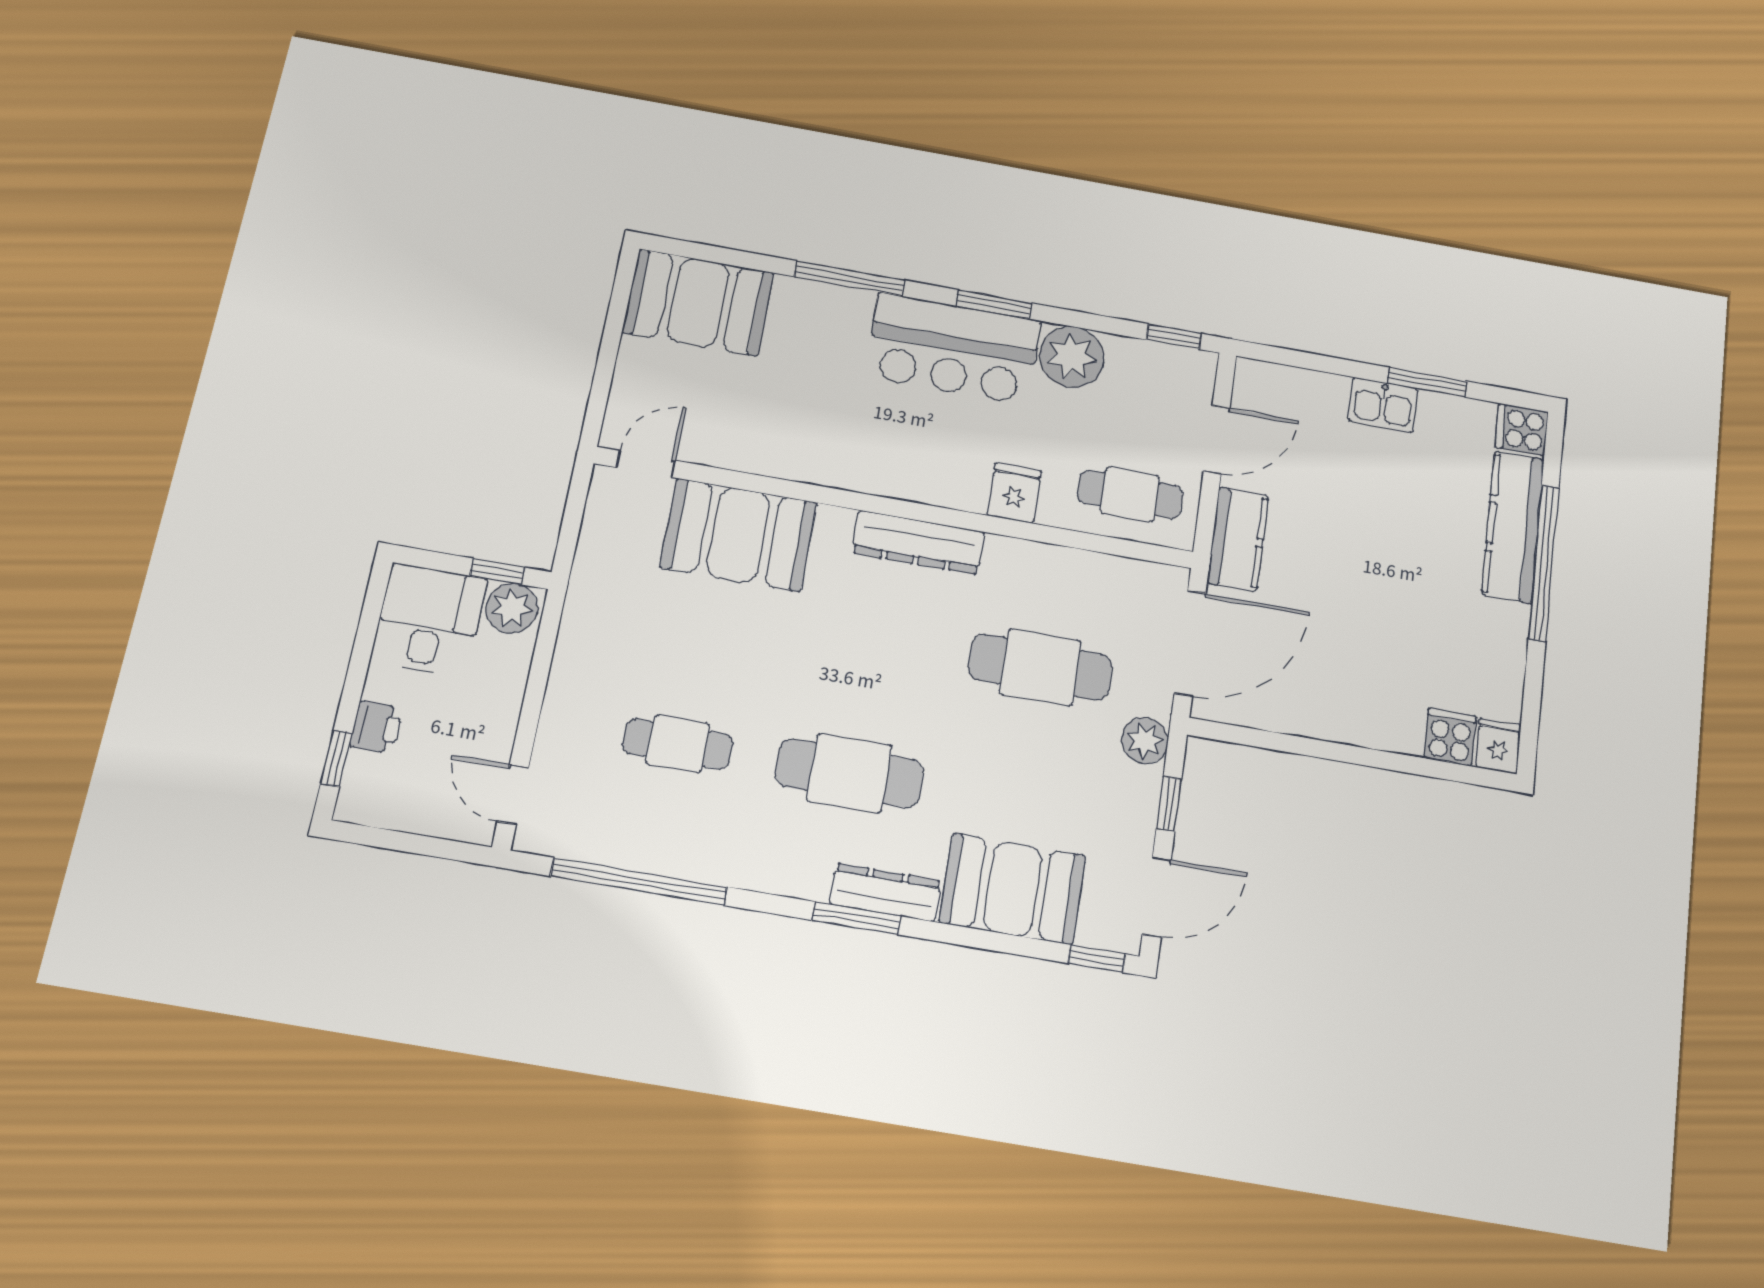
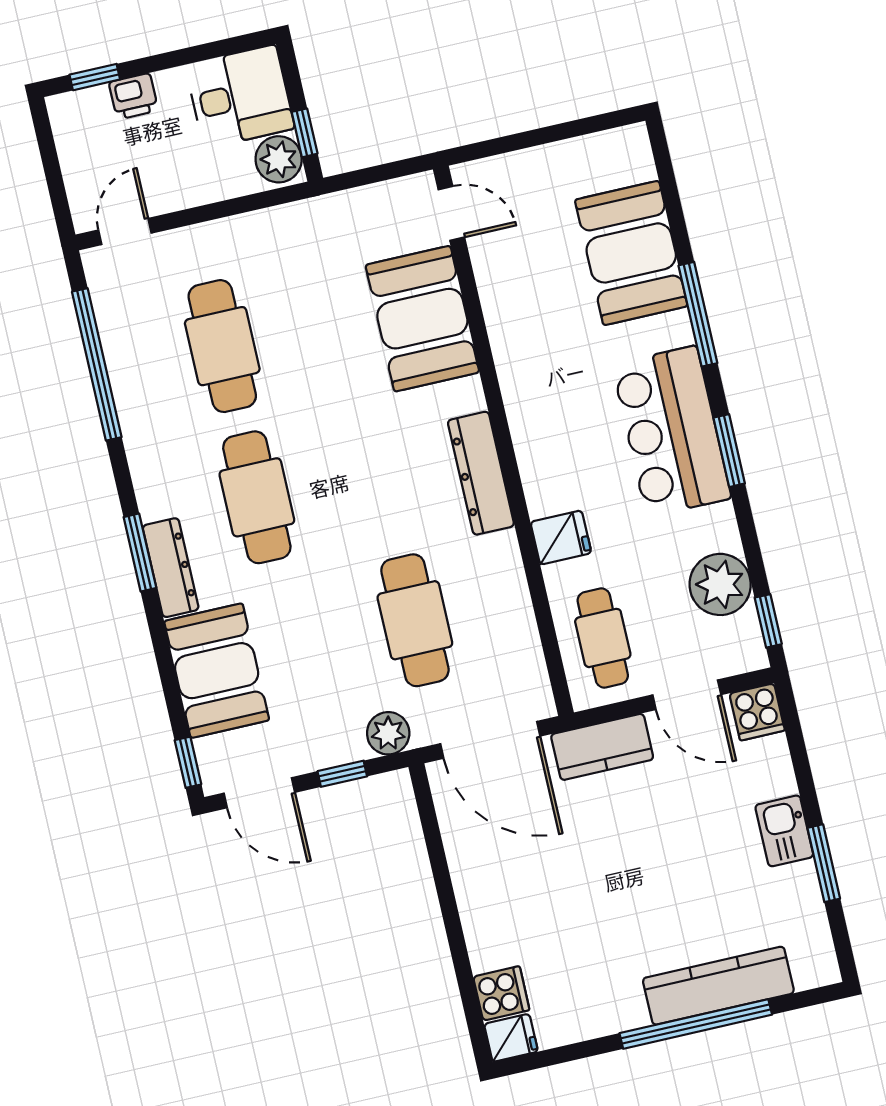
booth: (698, 302) -> (631, 253), moved
plant: (1072, 357) -> (720, 584), moved
cooker: (1522, 430) -> (757, 712), moved, turned 180
cafe table: (678, 744) -> (222, 346), width x1.37, depth x1.35

